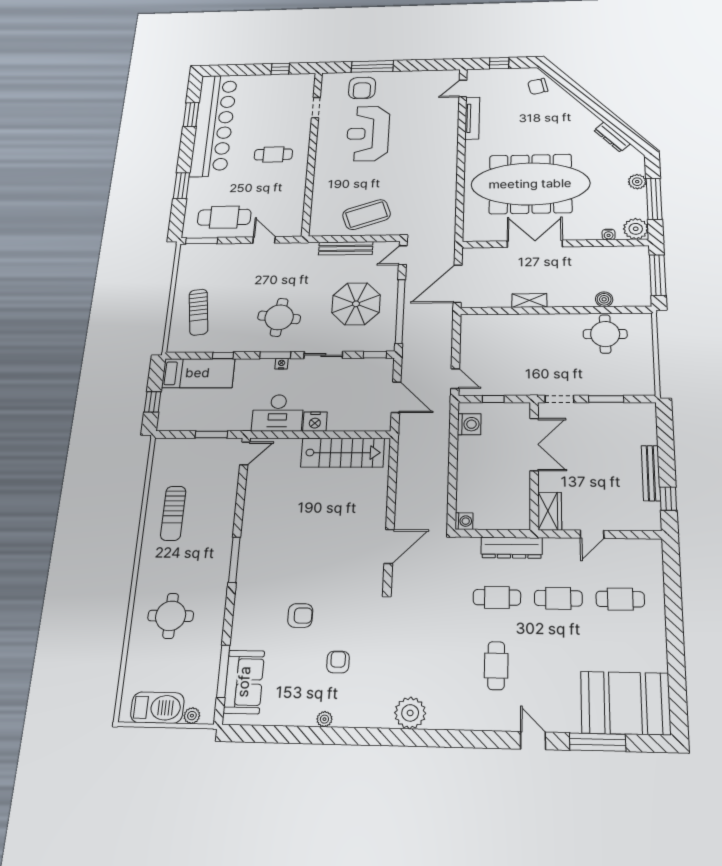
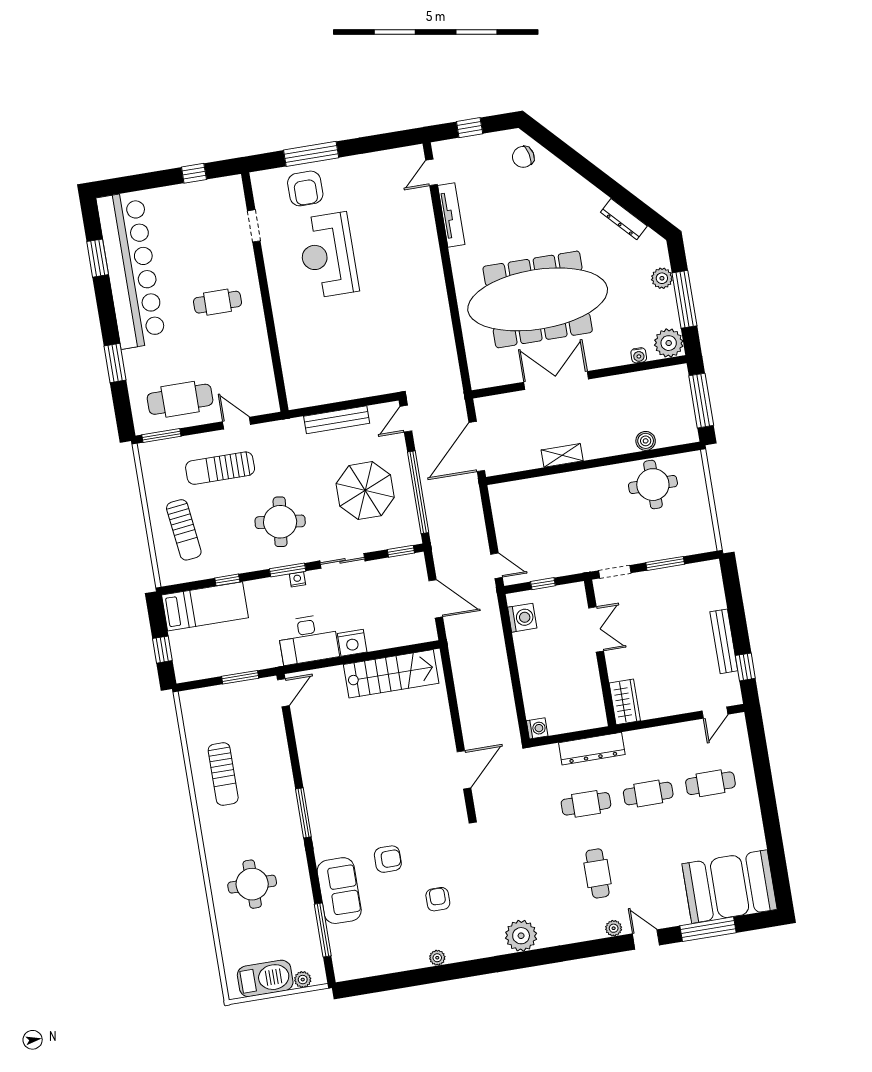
coffee table: (367, 215) -> (351, 370), removed
sun lounger: (241, 271) -> (220, 468), added
double door: (534, 444) -> (596, 629), width x0.73
door: (592, 534) -> (715, 713), moved
sofa: (244, 682) -> (339, 891), moved
plant: (503, 723) -> (614, 928), added

